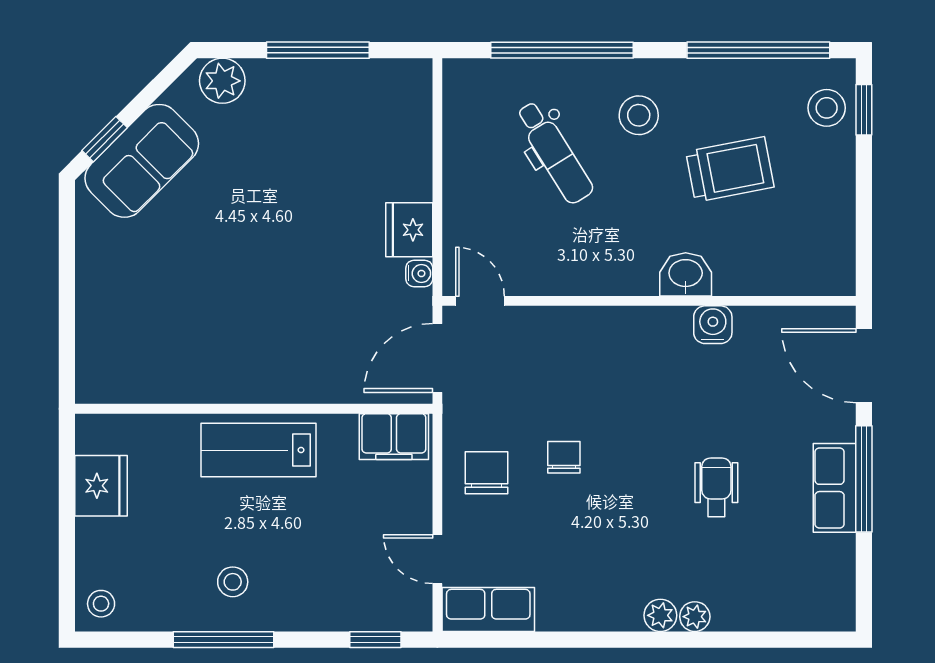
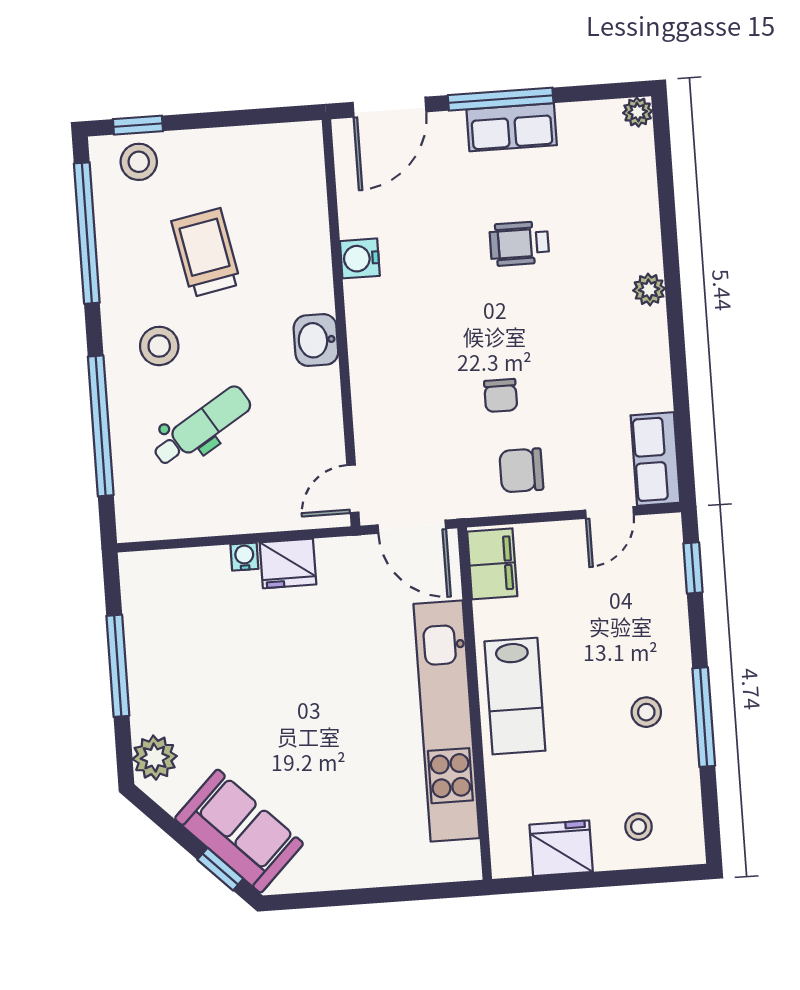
water cooler: (419, 273) -> (244, 557), moved
washbasin: (686, 274) -> (316, 340), moved
kitchen unit: (238, 379) -> (447, 721), added
chair: (564, 457) -> (501, 395), turned -90
stool: (101, 604) -> (639, 827), moved
plant: (695, 617) -> (638, 112), moved

